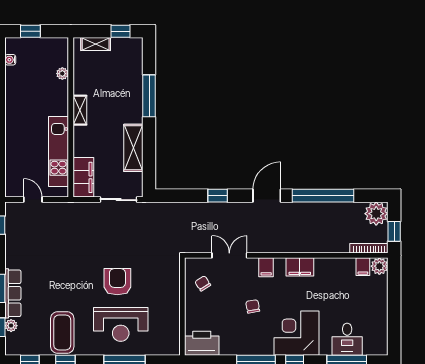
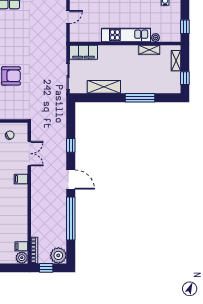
window: (30, 31) -> (185, 27), moved
shelving: (80, 110) -> (149, 50), moved
kitchen unit: (58, 151) -> (126, 35), moved
filing cabinet: (300, 267) -> (21, 202), removed

